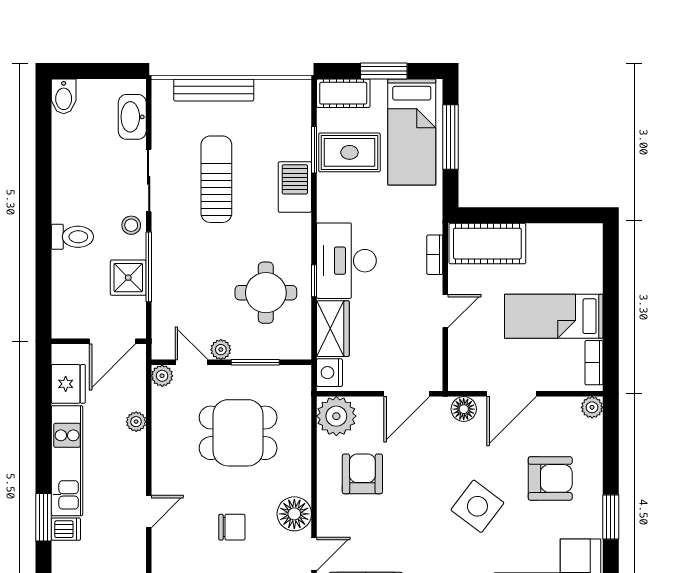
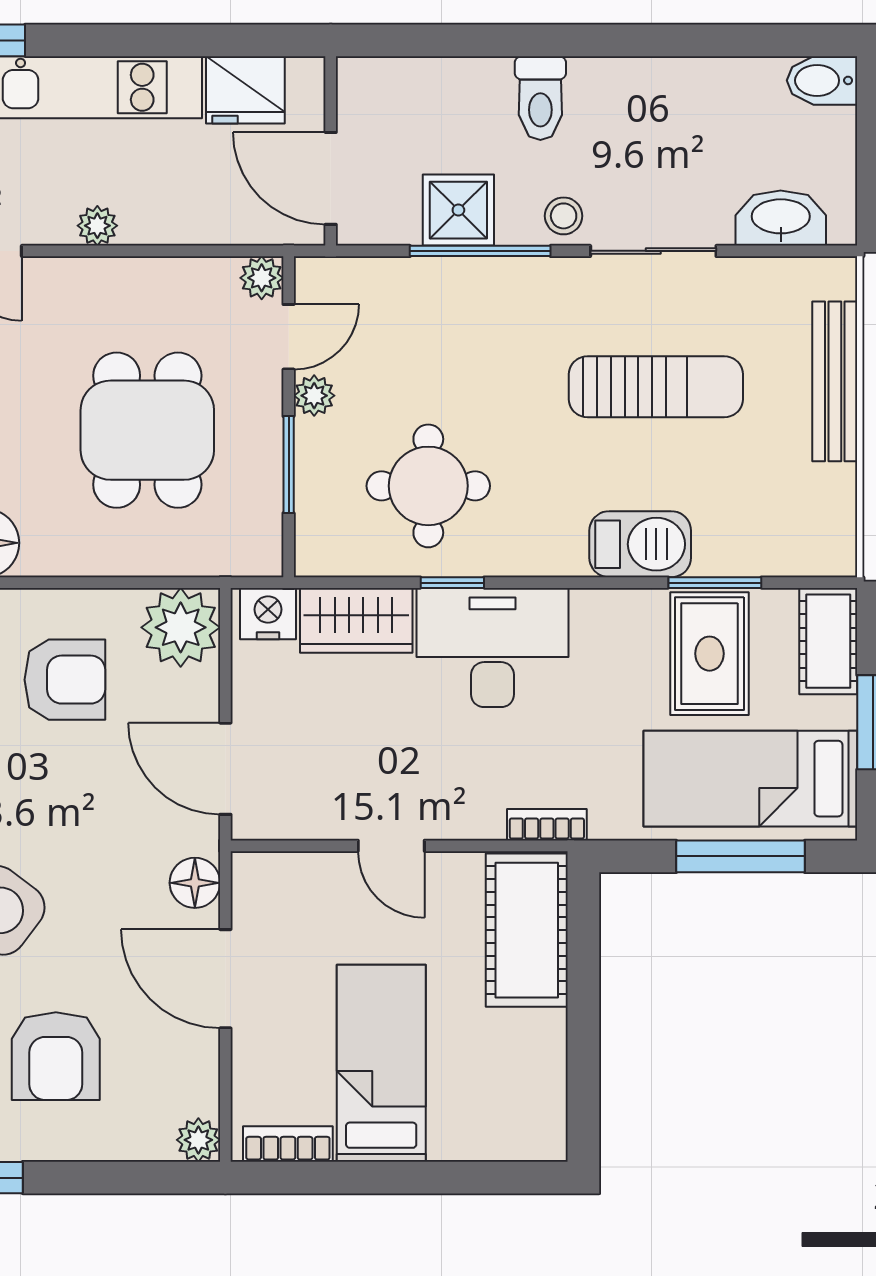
bookcase: (435, 255) -> (547, 825), moved
plant: (136, 422) -> (97, 226), moved

